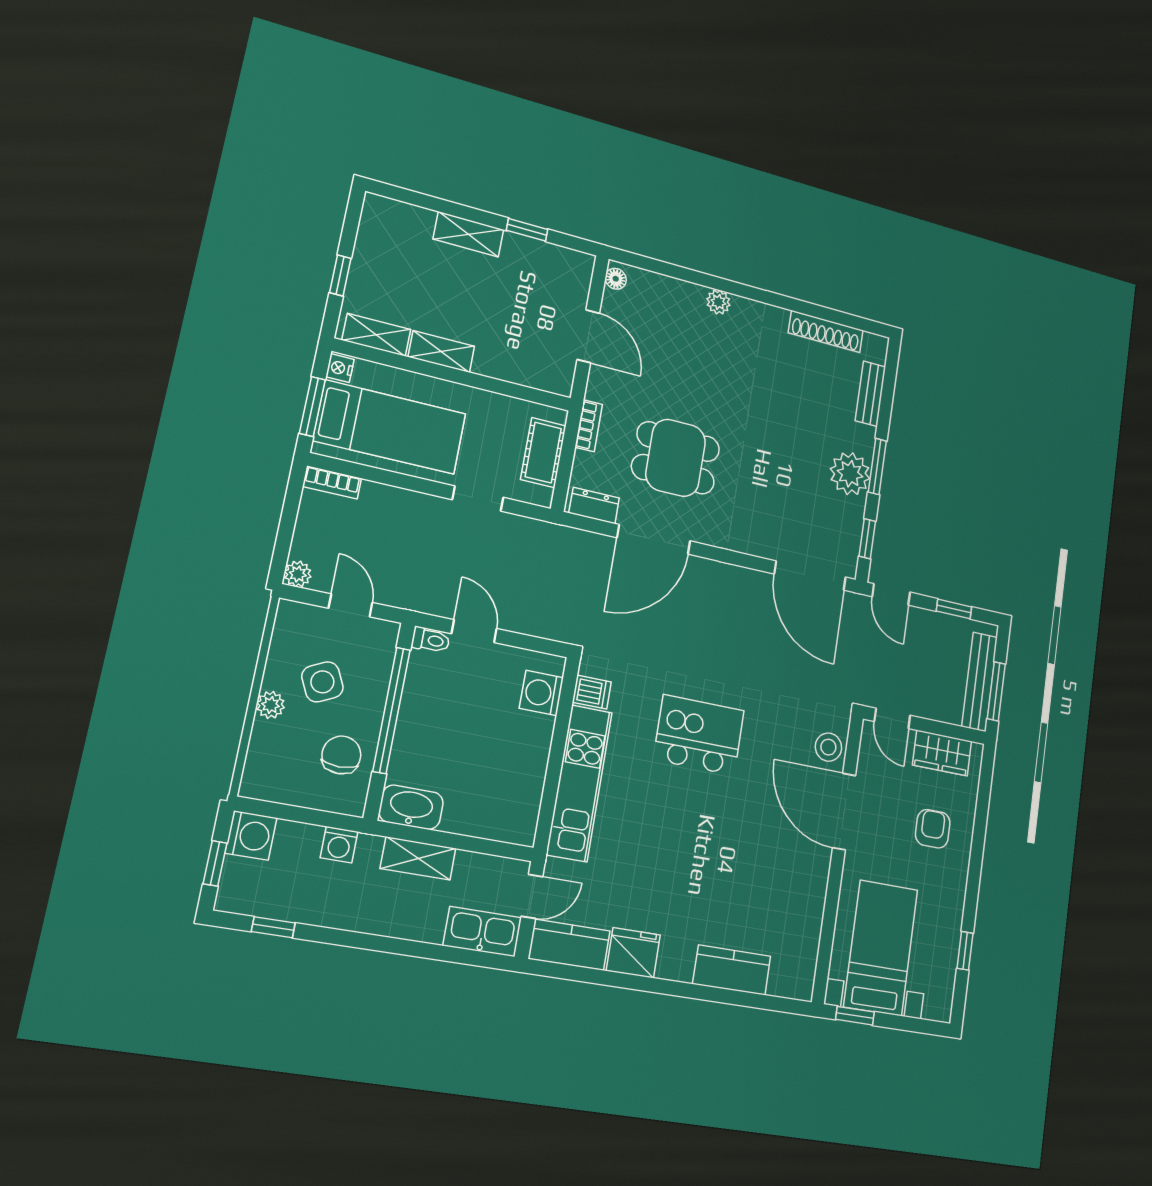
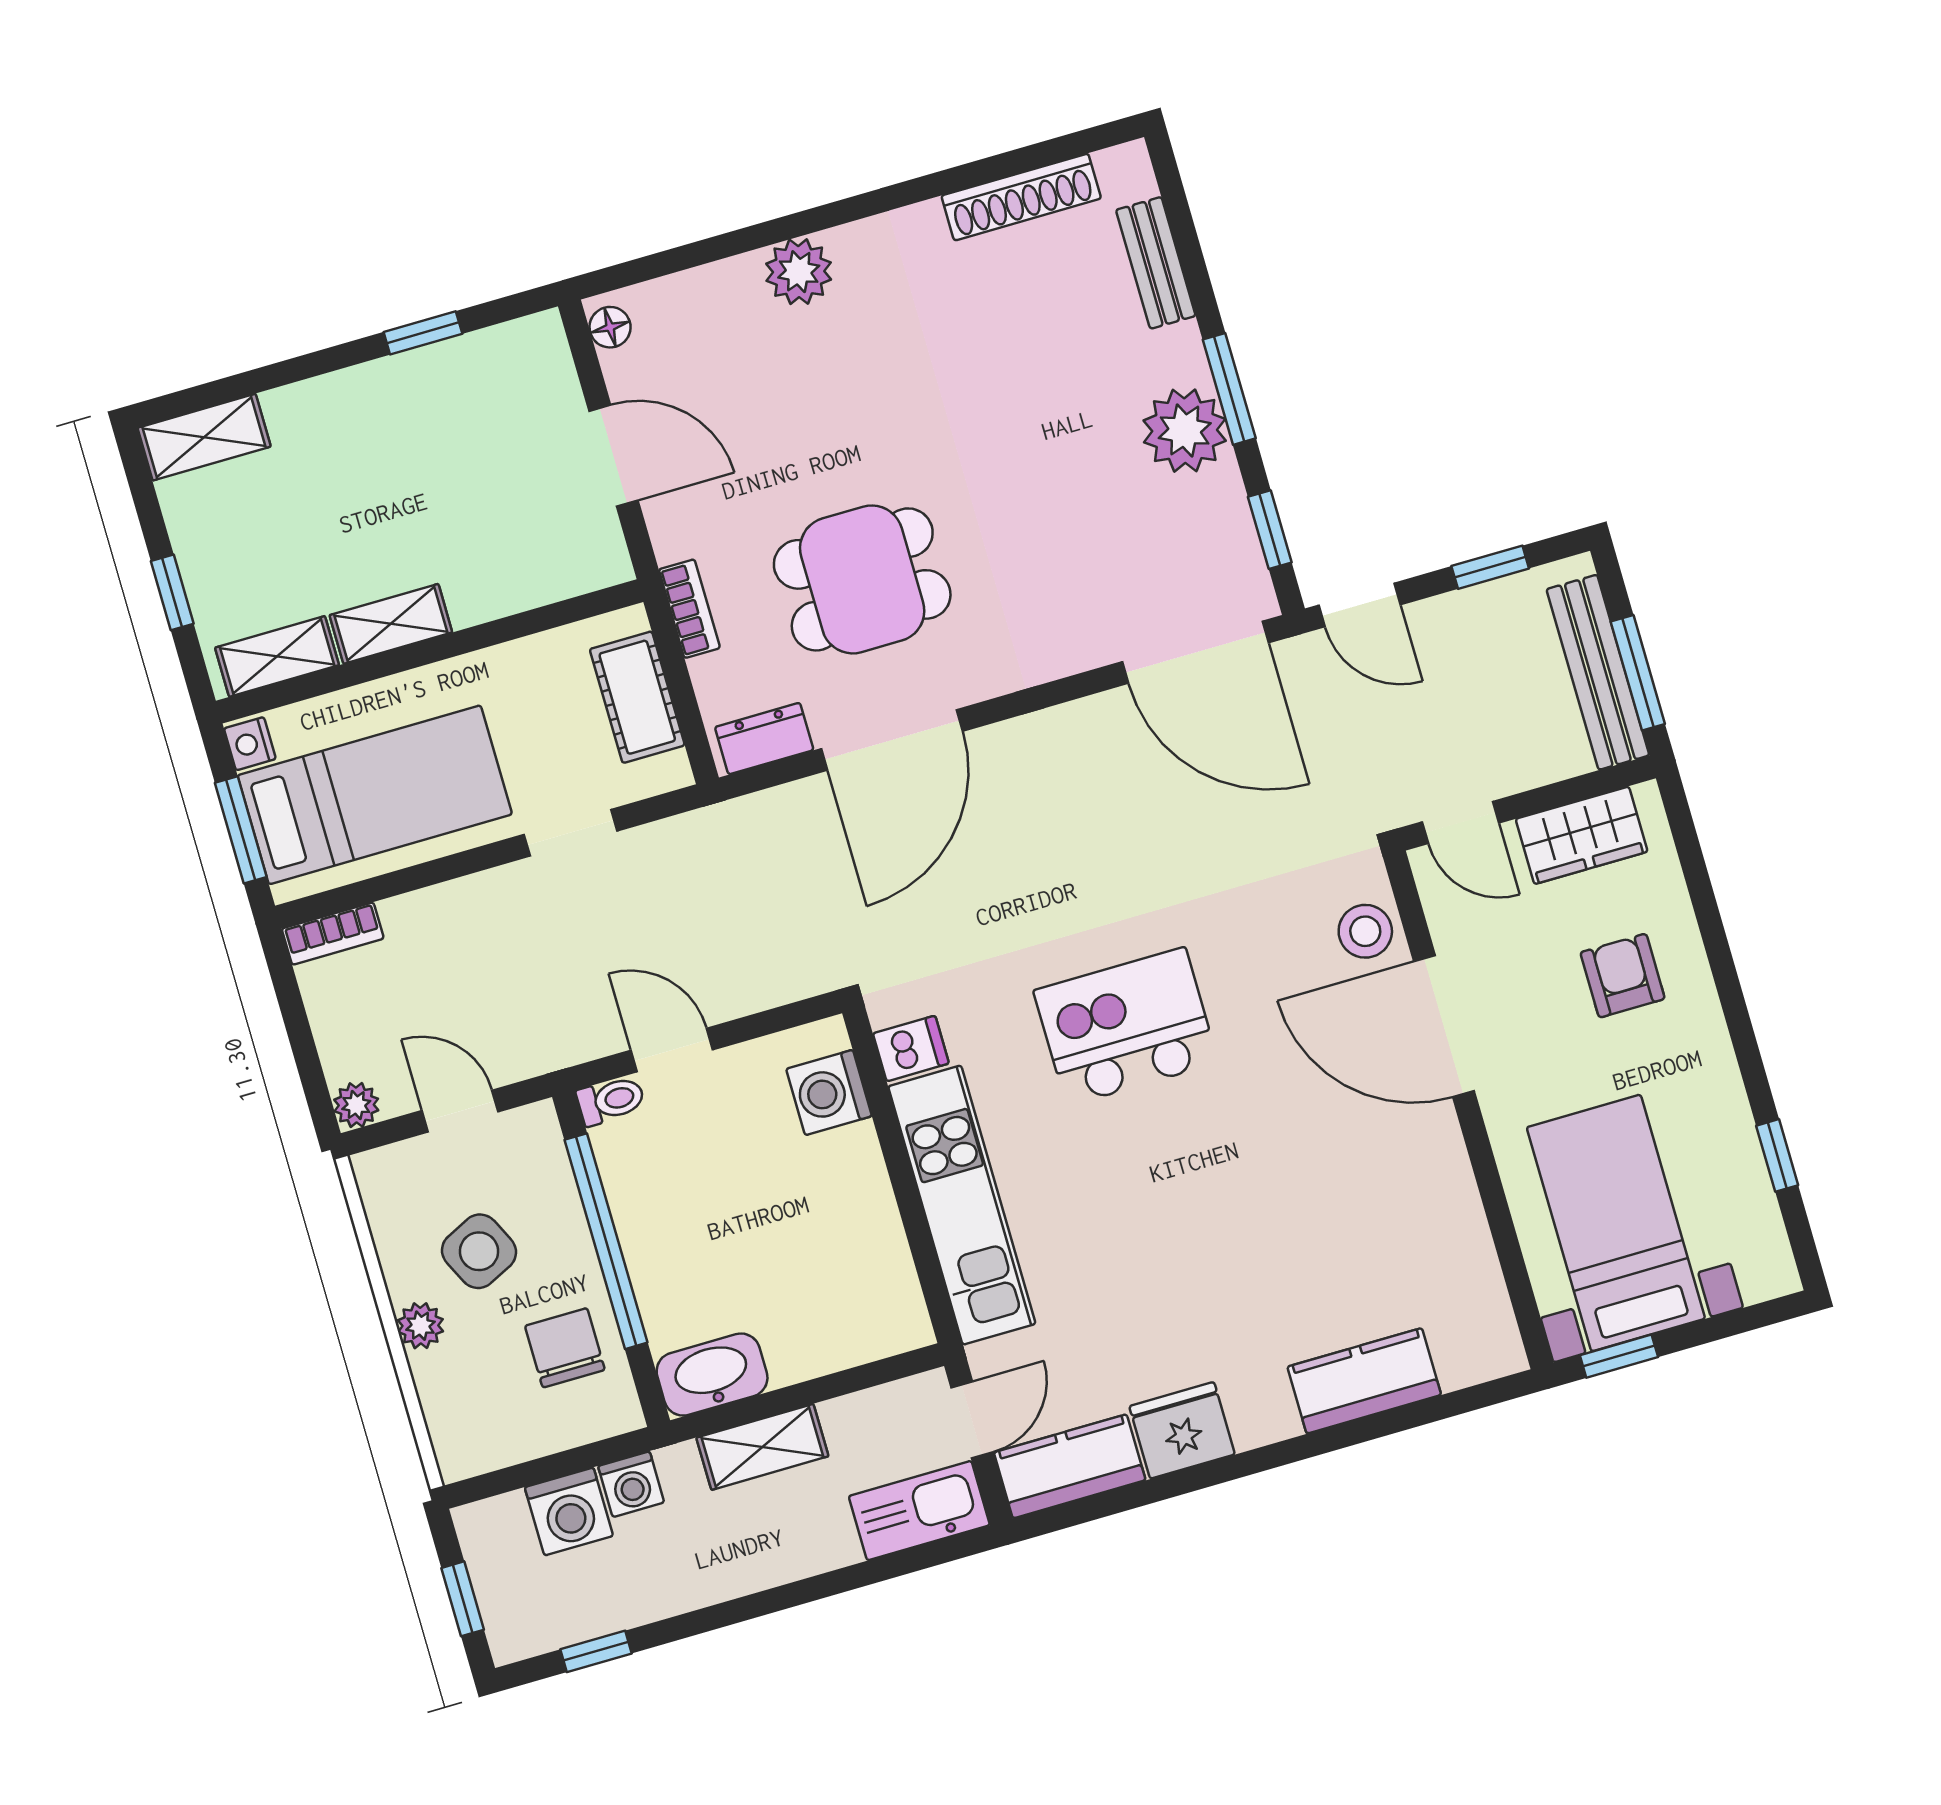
shelving: (468, 234) -> (204, 437), moved
plant: (718, 302) -> (799, 272), width x1.38, depth x1.38
washing machine: (251, 836) -> (569, 1512), moved, turned 90

